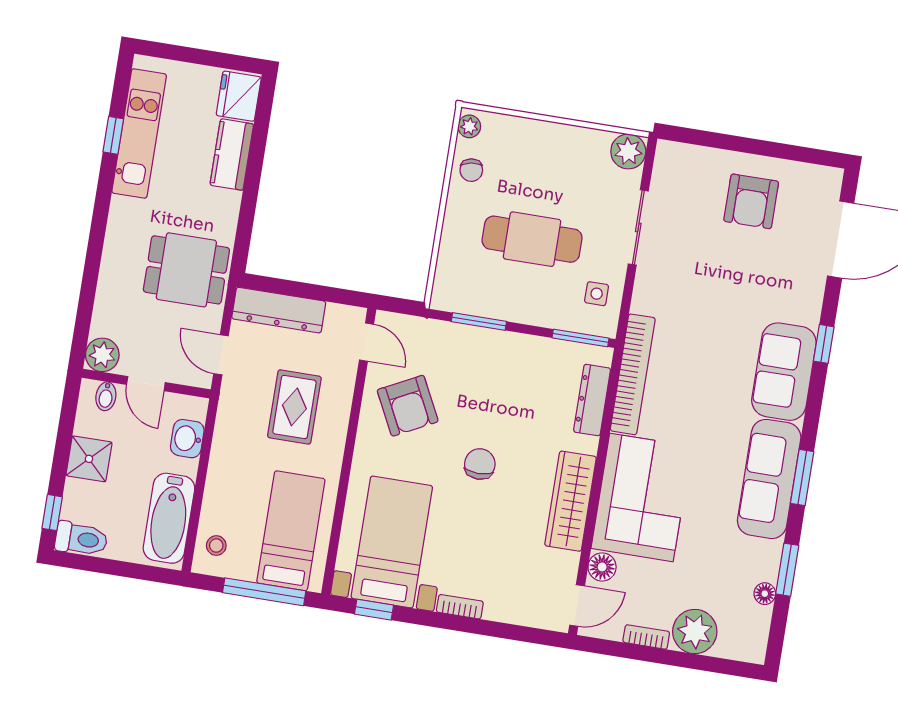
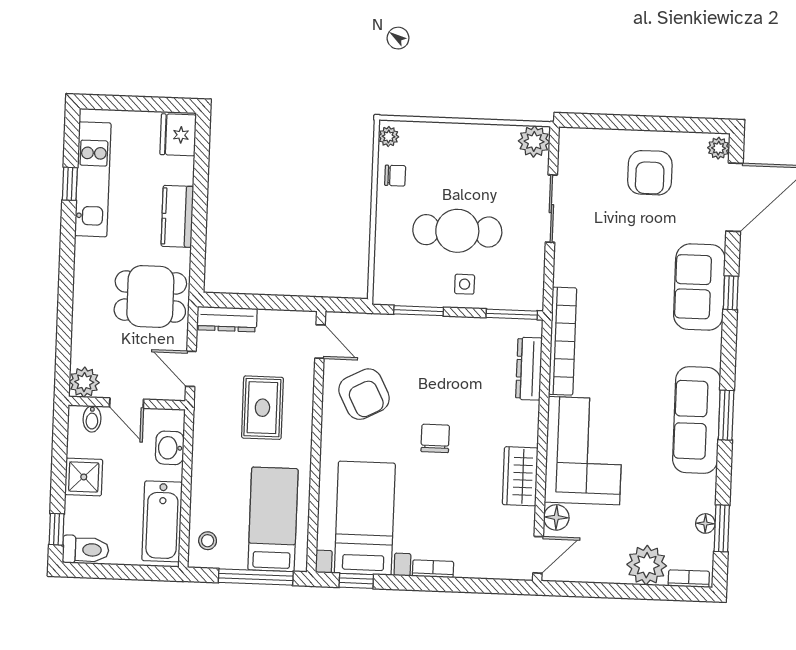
kitchen counter: (232, 155) -> (177, 216), moved
chair: (471, 170) -> (395, 176), turned -81
plant: (830, 184) -> (718, 148), added
side table: (597, 294) -> (465, 284), moved
dresser: (279, 310) -> (227, 319), width x0.73, depth x0.80
sofa: (784, 372) -> (699, 287), moved
wardrobe: (571, 501) -> (520, 476), width x0.67
window: (787, 570) -> (722, 528), moved
bookcase: (646, 637) -> (689, 579), moved

